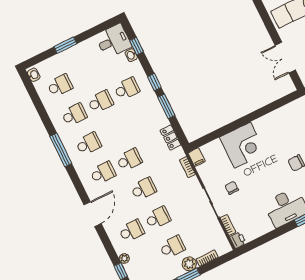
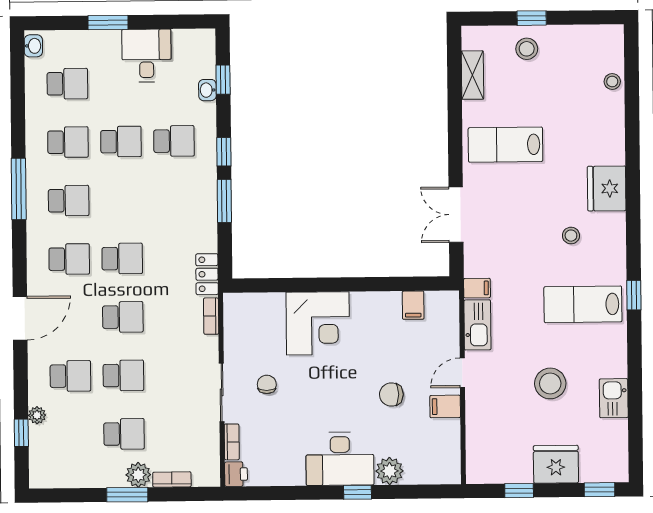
desk: (113, 41) -> (147, 56), moved, turned -90
locker: (171, 137) -> (207, 274), moved
filing cabinet: (197, 157) -> (413, 305), moved

